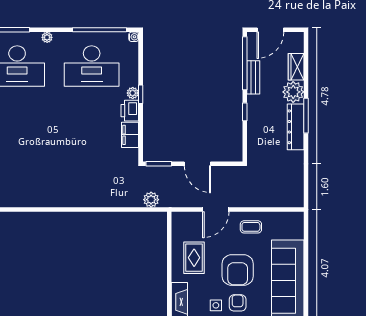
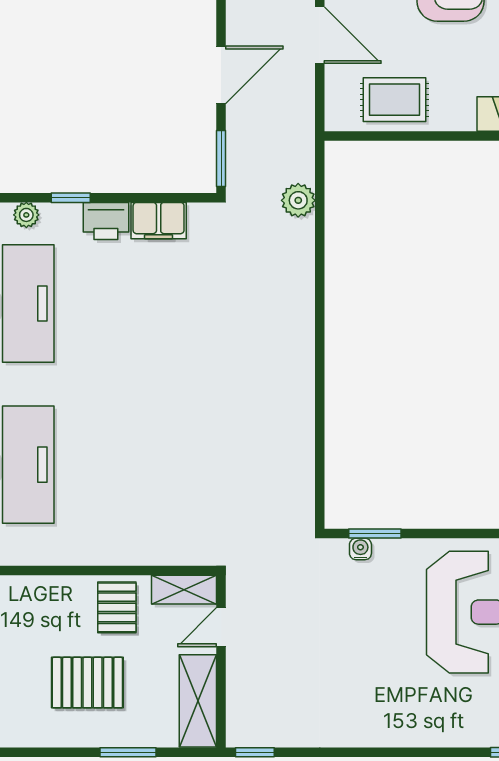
plant: (133, 93) -> (26, 215), moved
plant: (151, 200) -> (298, 200), moved
rug: (194, 258) -> (394, 100), moved

